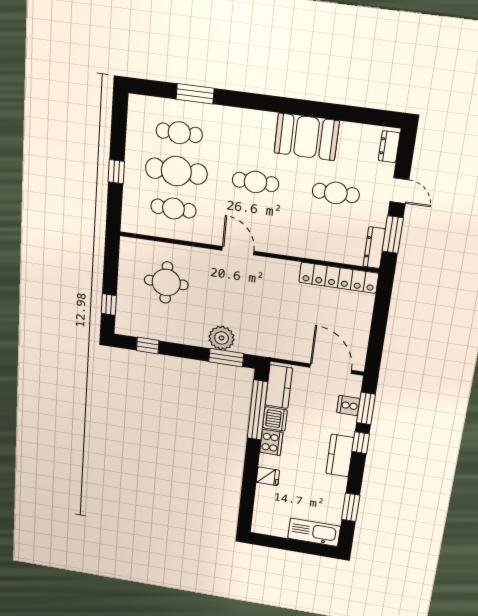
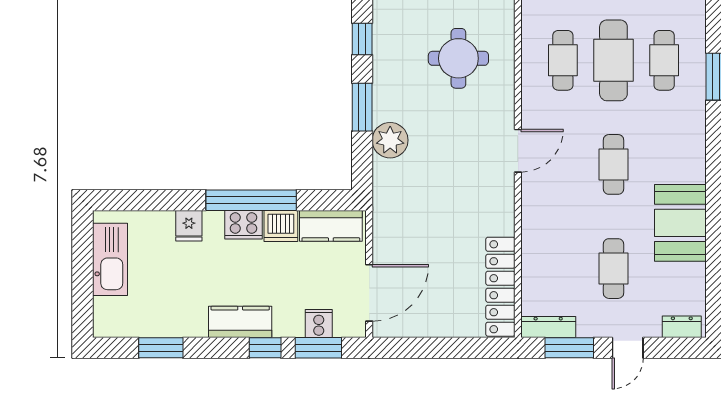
window: (226, 358) -> (362, 107), moved
window: (257, 410) -> (251, 200), moved
kitchen sink: (314, 532) -> (110, 259), moved

